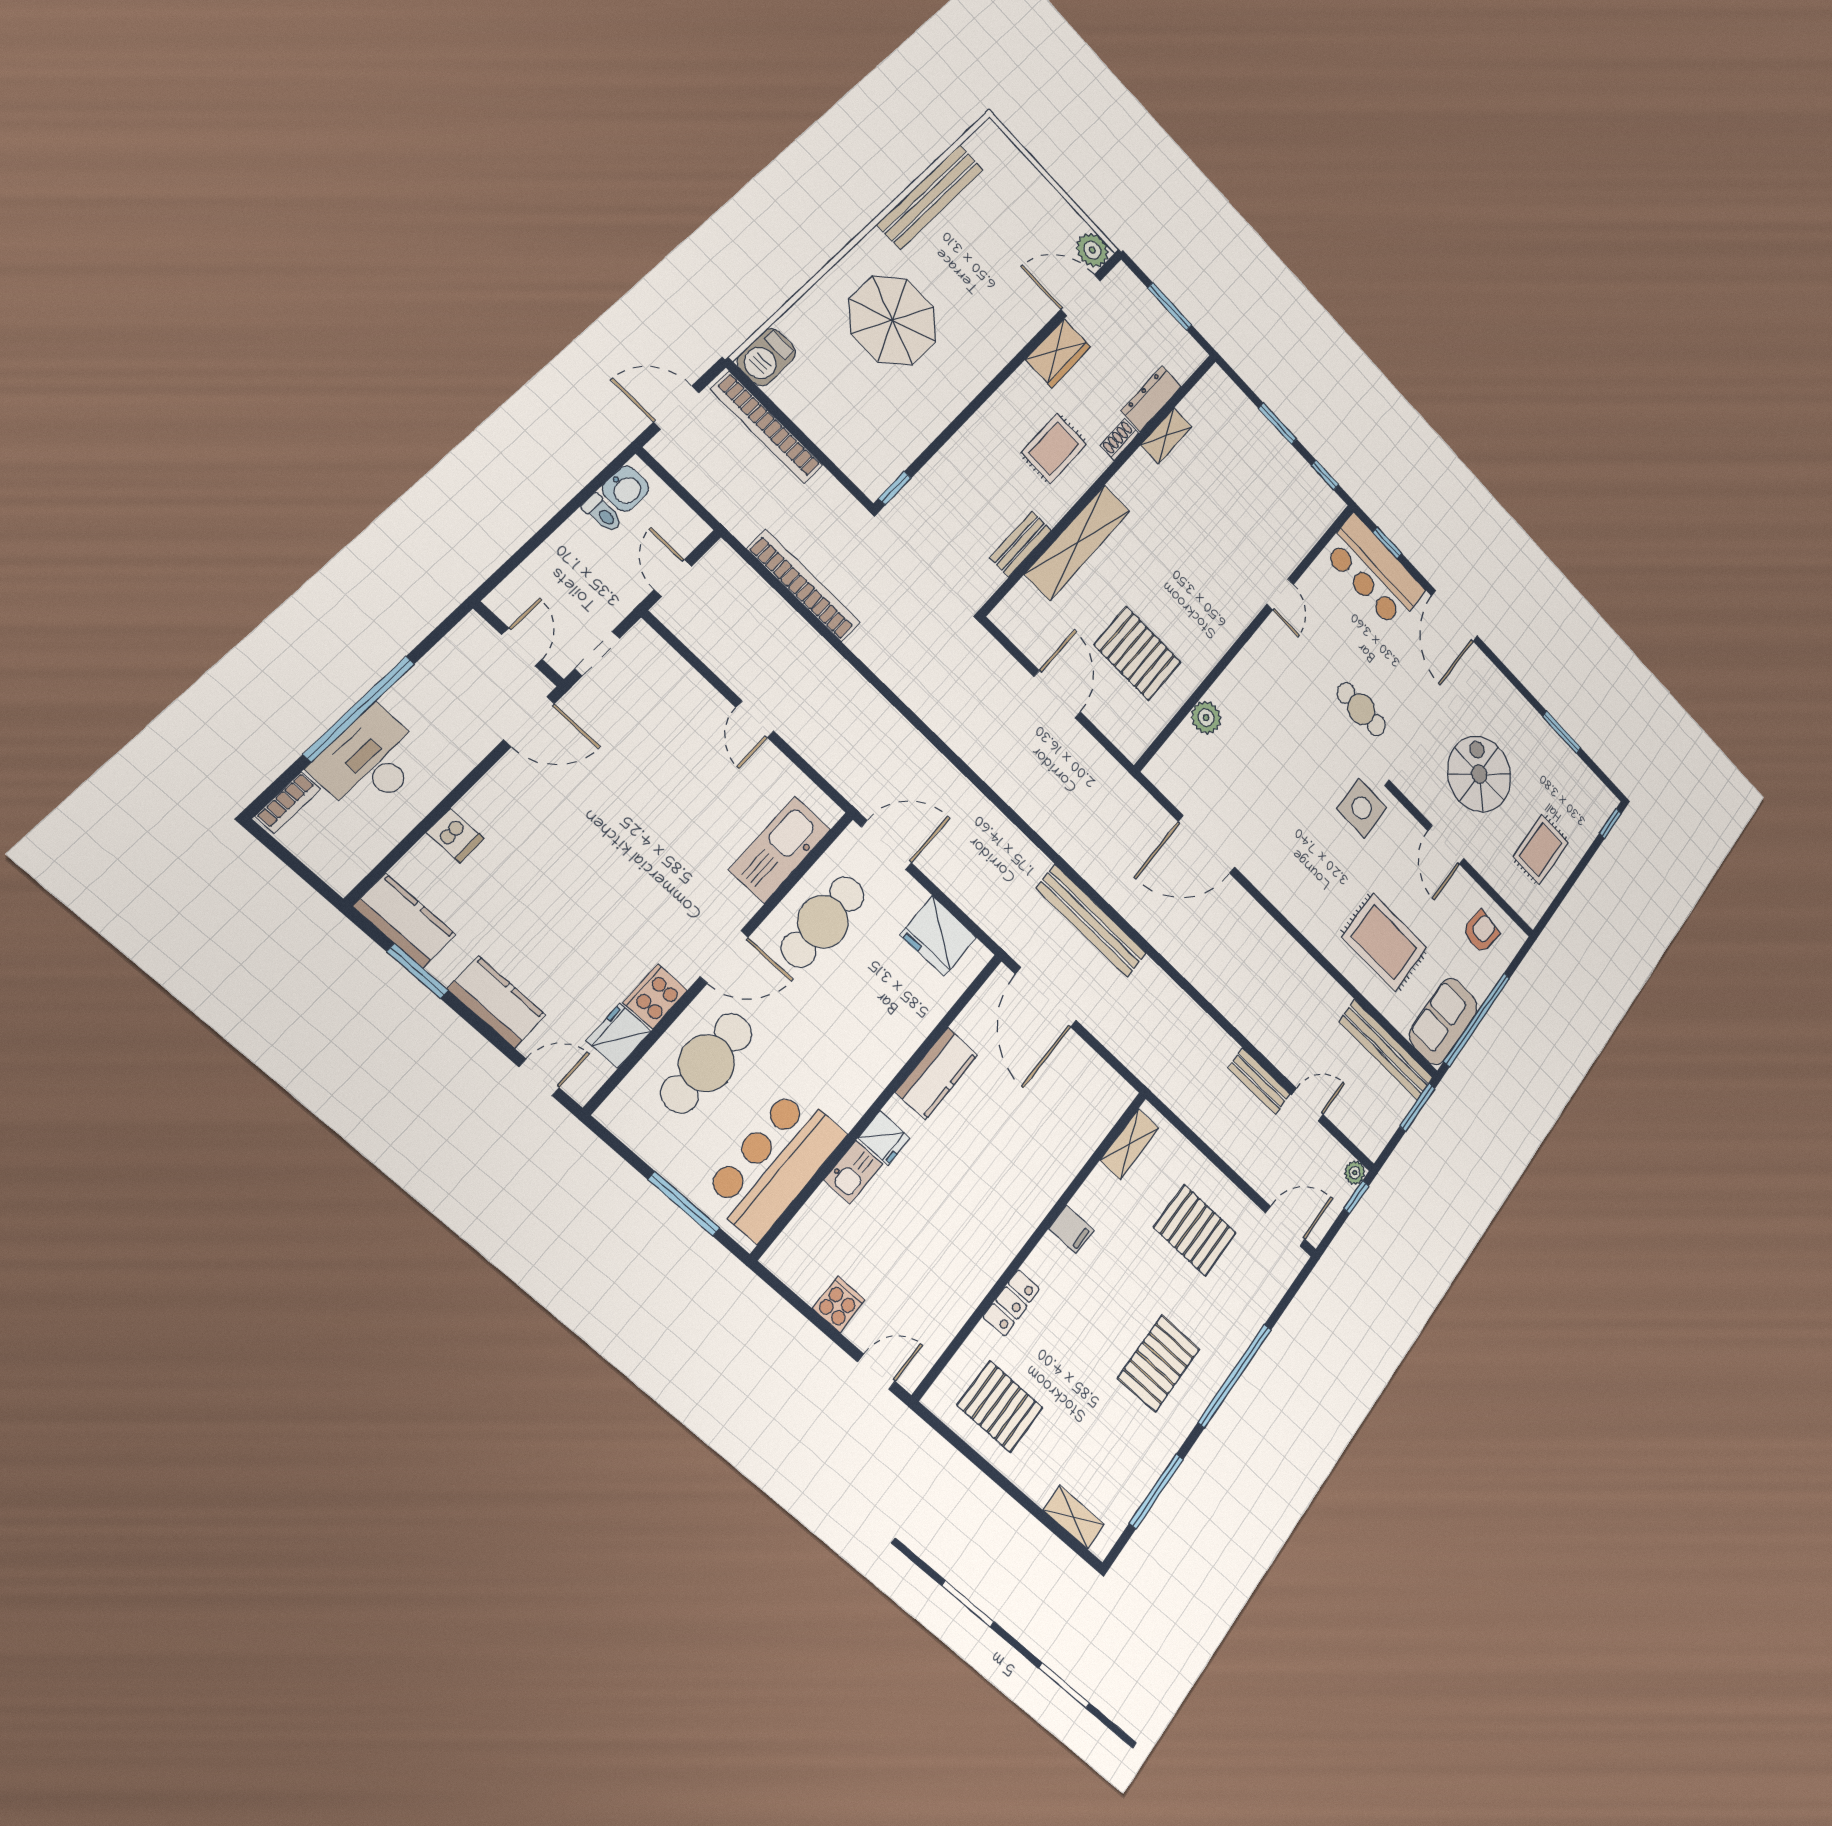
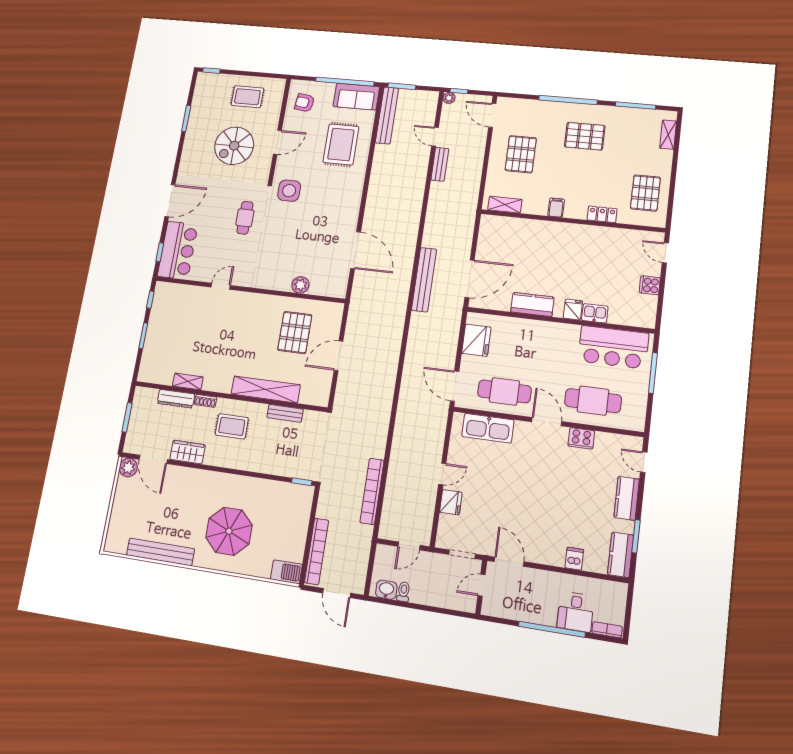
desk: (370, 762) -> (576, 612), width x0.73
fridge: (618, 1036) -> (451, 502), moved, turned -90

